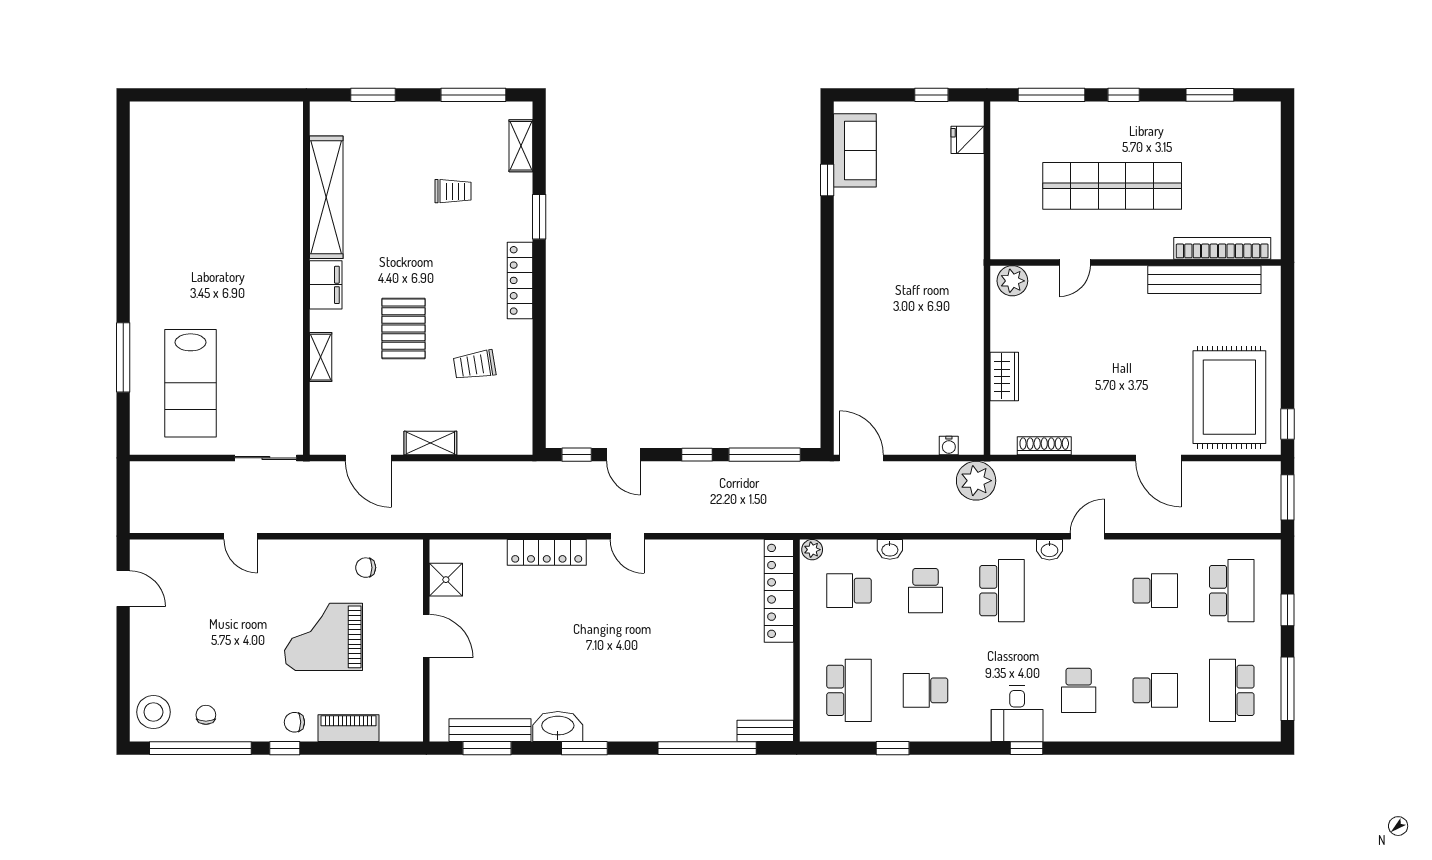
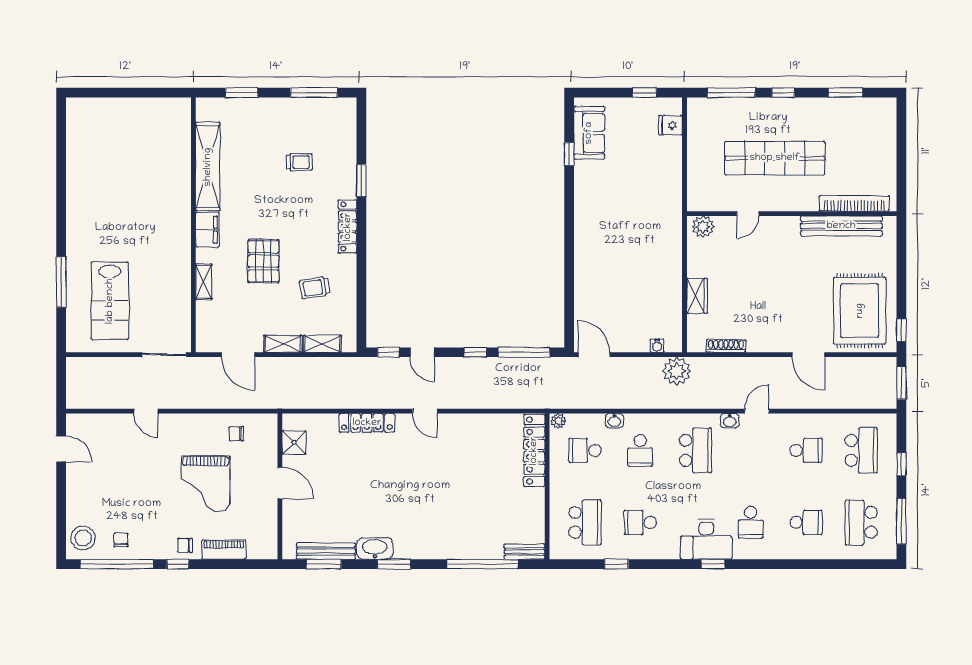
shelving: (521, 146) -> (322, 344), moved, turned 90
grand piano: (323, 637) -> (206, 484), turned -90
desk: (1017, 714) -> (706, 539), width x1.37

